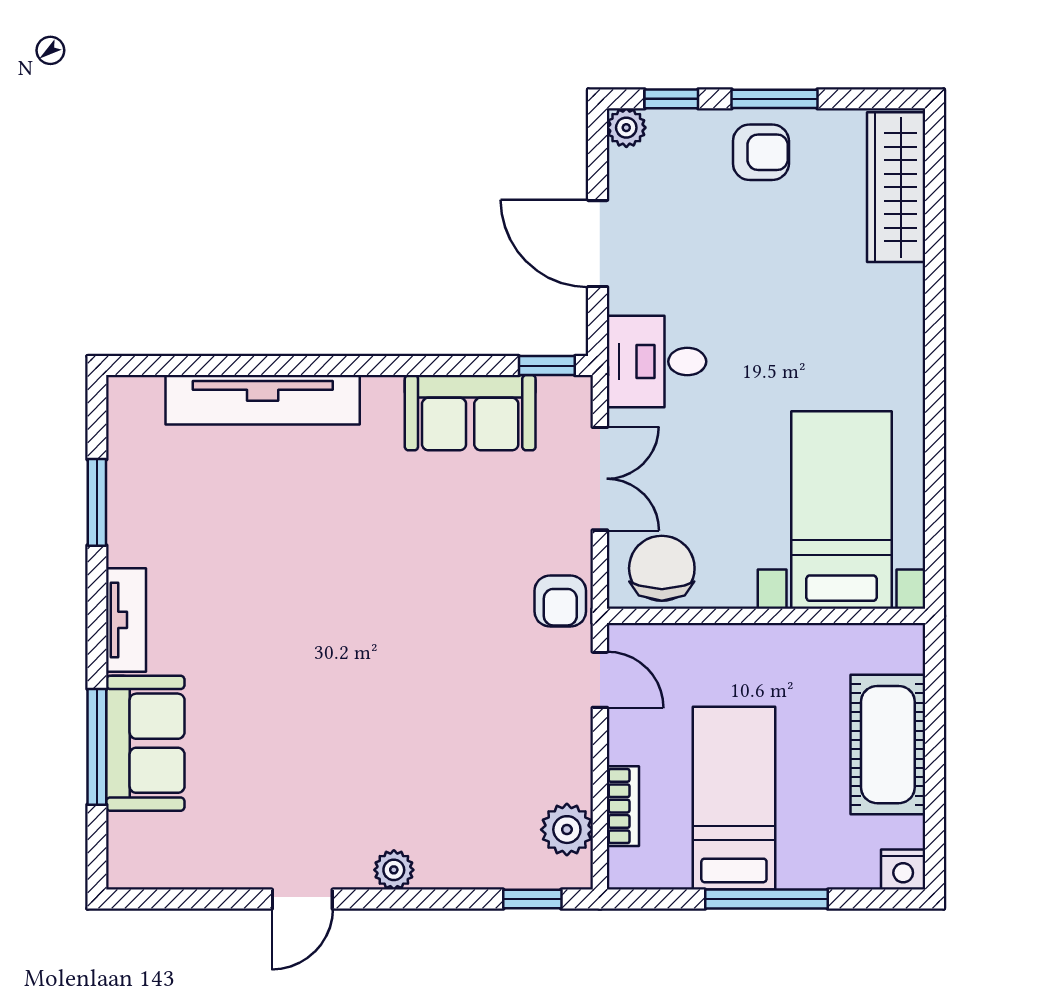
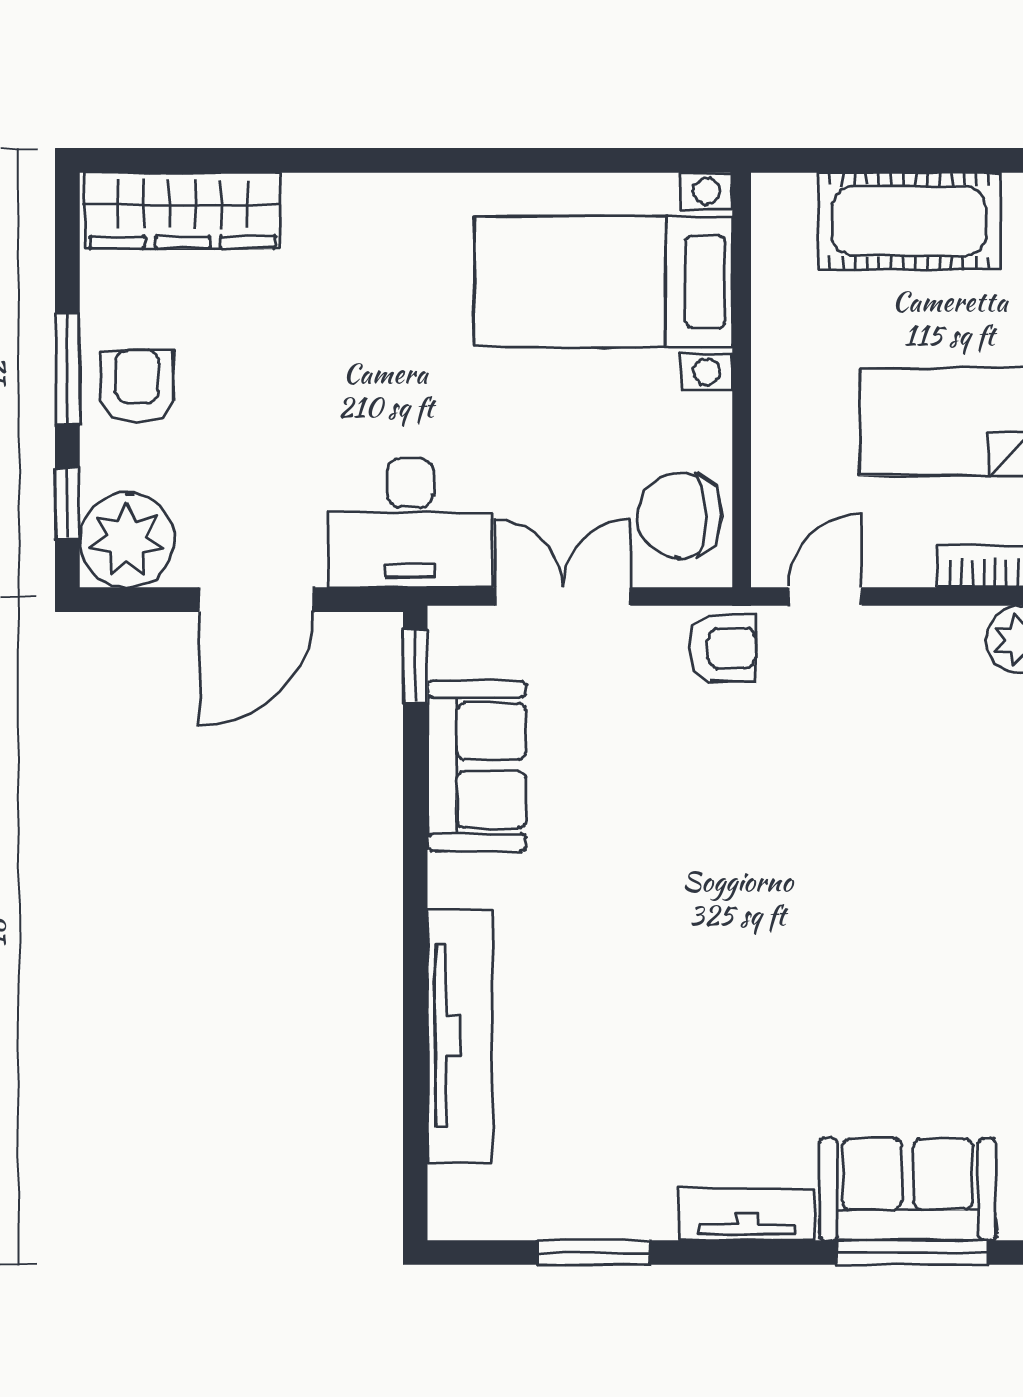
plant: (626, 128) -> (127, 540), width x1.88, depth x1.88
desk: (656, 362) -> (410, 523), width x1.37

